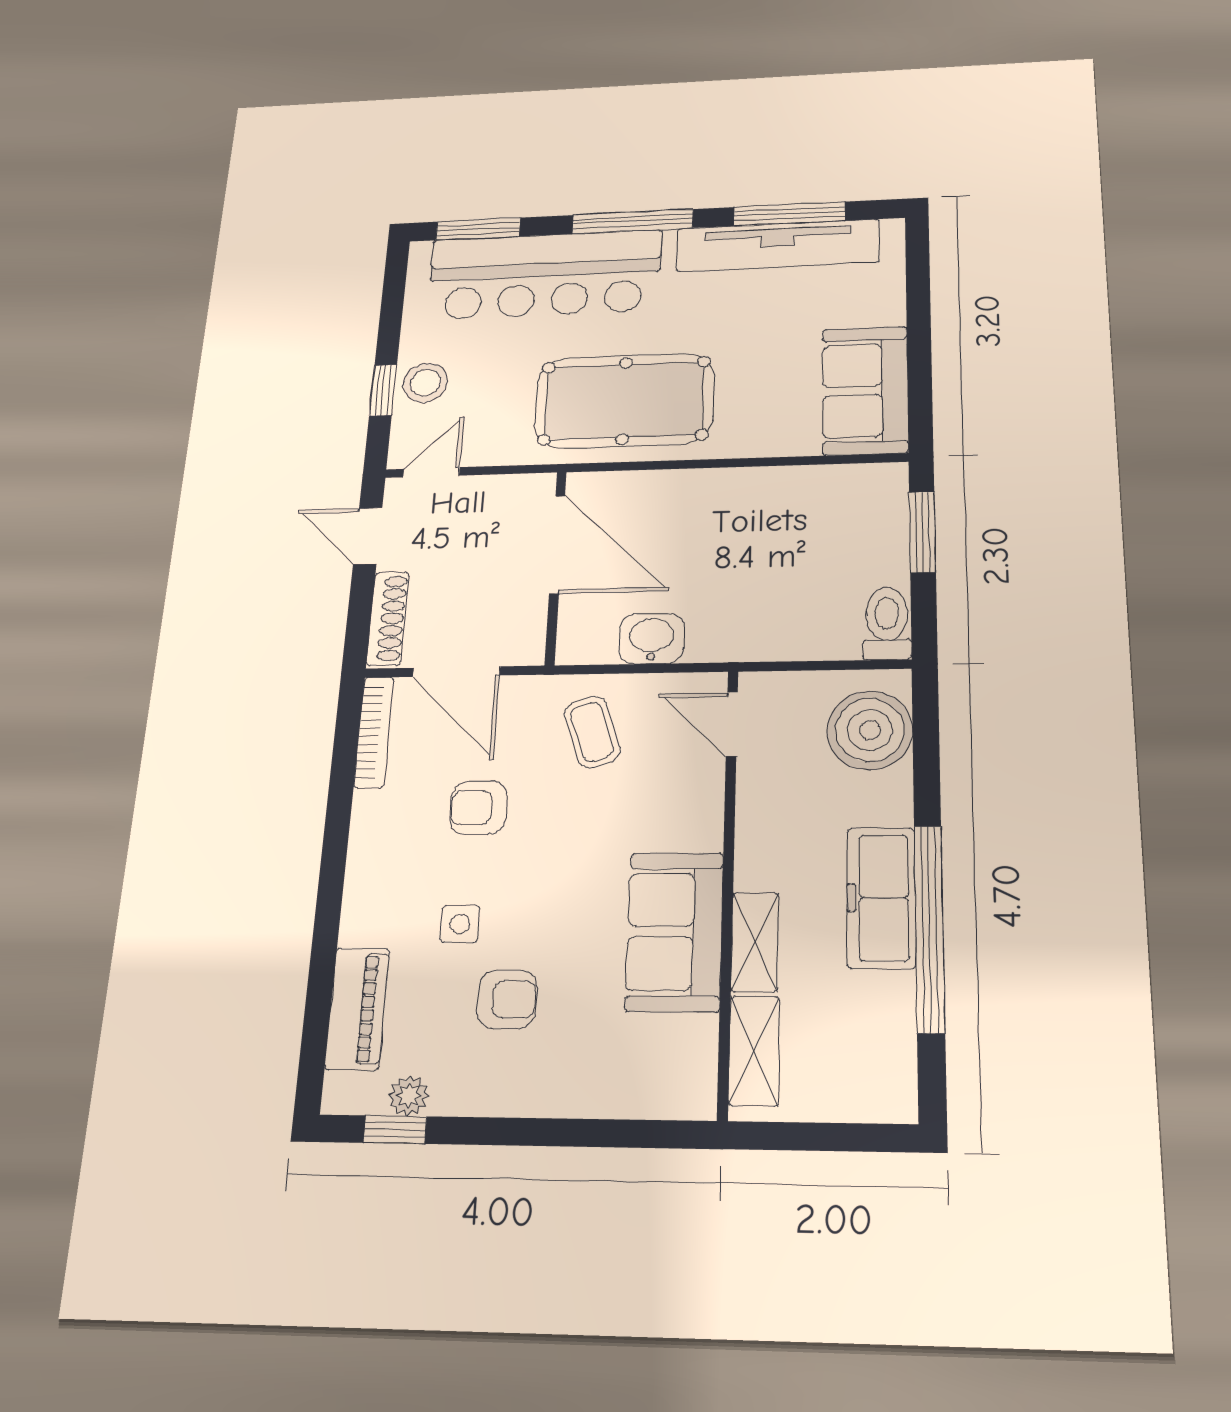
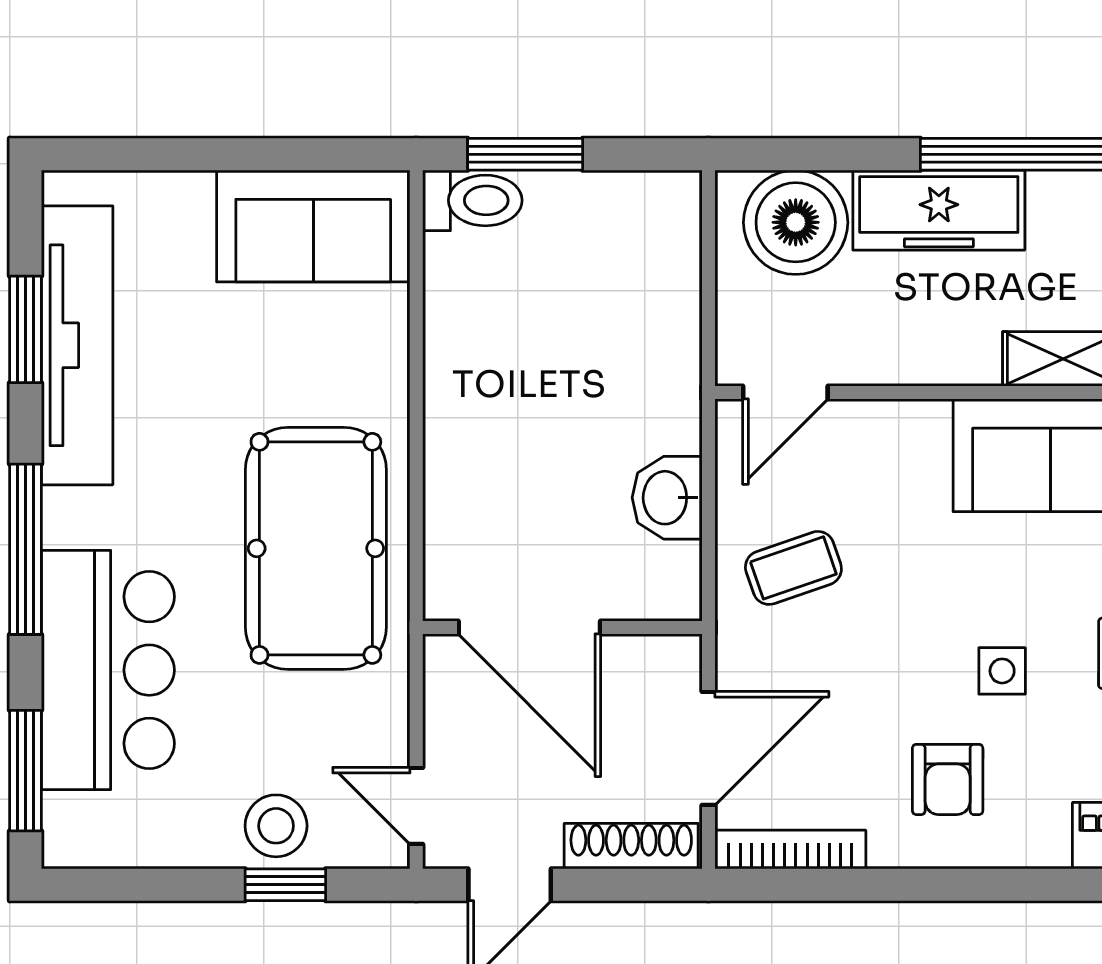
window: (789, 214) -> (26, 329), width x0.69
bar counter: (544, 275) -> (108, 670), width x0.73
door: (557, 544) -> (529, 628), swing flipped
toilet: (887, 623) -> (472, 200), moved, turned 180
armchair: (478, 808) -> (948, 779), moved
freezer: (881, 898) -> (939, 210), moved
side table: (460, 924) -> (1002, 671), moved

